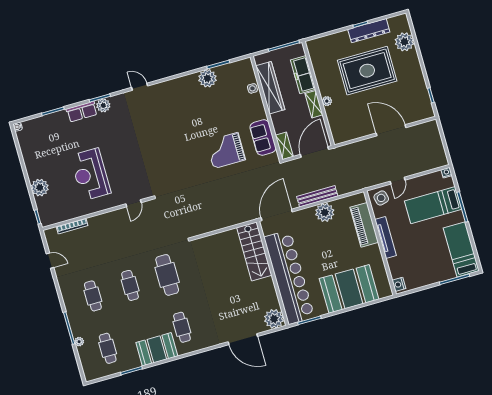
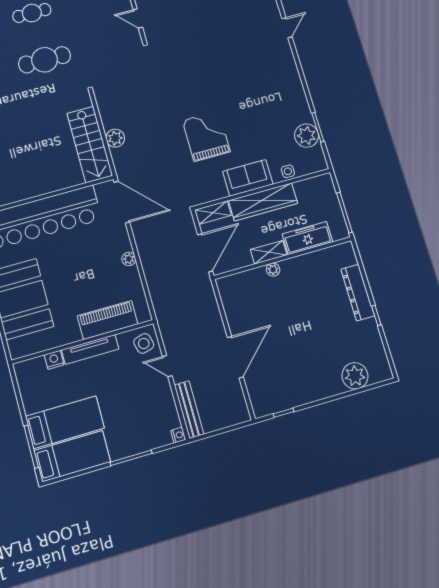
dresser: (369, 31) -> (358, 293), moved
rug: (367, 71) -> (315, 324), removed
plant: (207, 78) -> (307, 136), moved
wardrobe: (270, 88) -> (263, 202), moved
sofa: (263, 137) -> (248, 178), moved
door: (314, 152) -> (205, 253), hinge flipped
bench: (317, 196) -> (189, 410), moved
bed: (433, 205) -> (65, 422), moved, turned 90
plant: (325, 212) -> (129, 259), width x0.53, depth x0.53
plant: (228, 220) -> (115, 138), added
stairs: (254, 251) -> (90, 144), moved, turned -90
nightstand: (399, 284) -> (54, 360), moved

